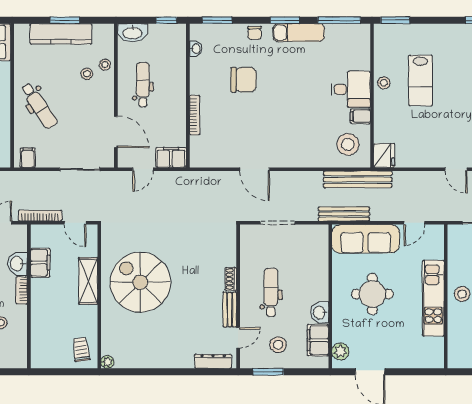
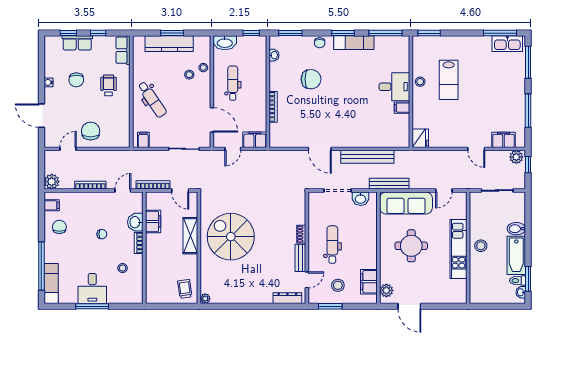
stool: (348, 144) -> (392, 129), removed
bench: (358, 179) -> (367, 157), moved
washbasin: (320, 313) -> (361, 199), moved, turned -90

